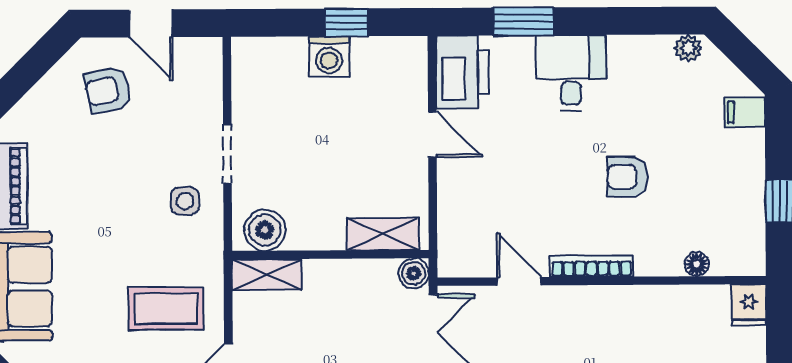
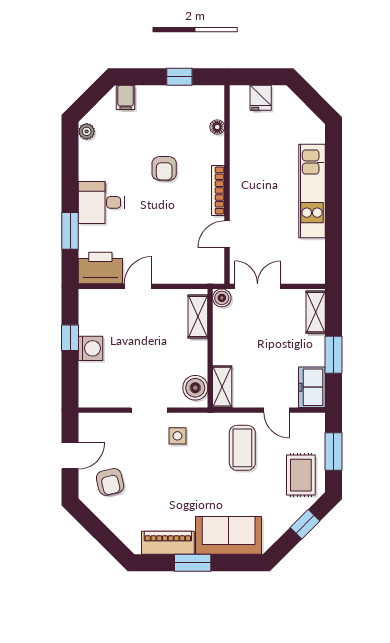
fridge: (749, 305) -> (261, 98), moved, turned 90

